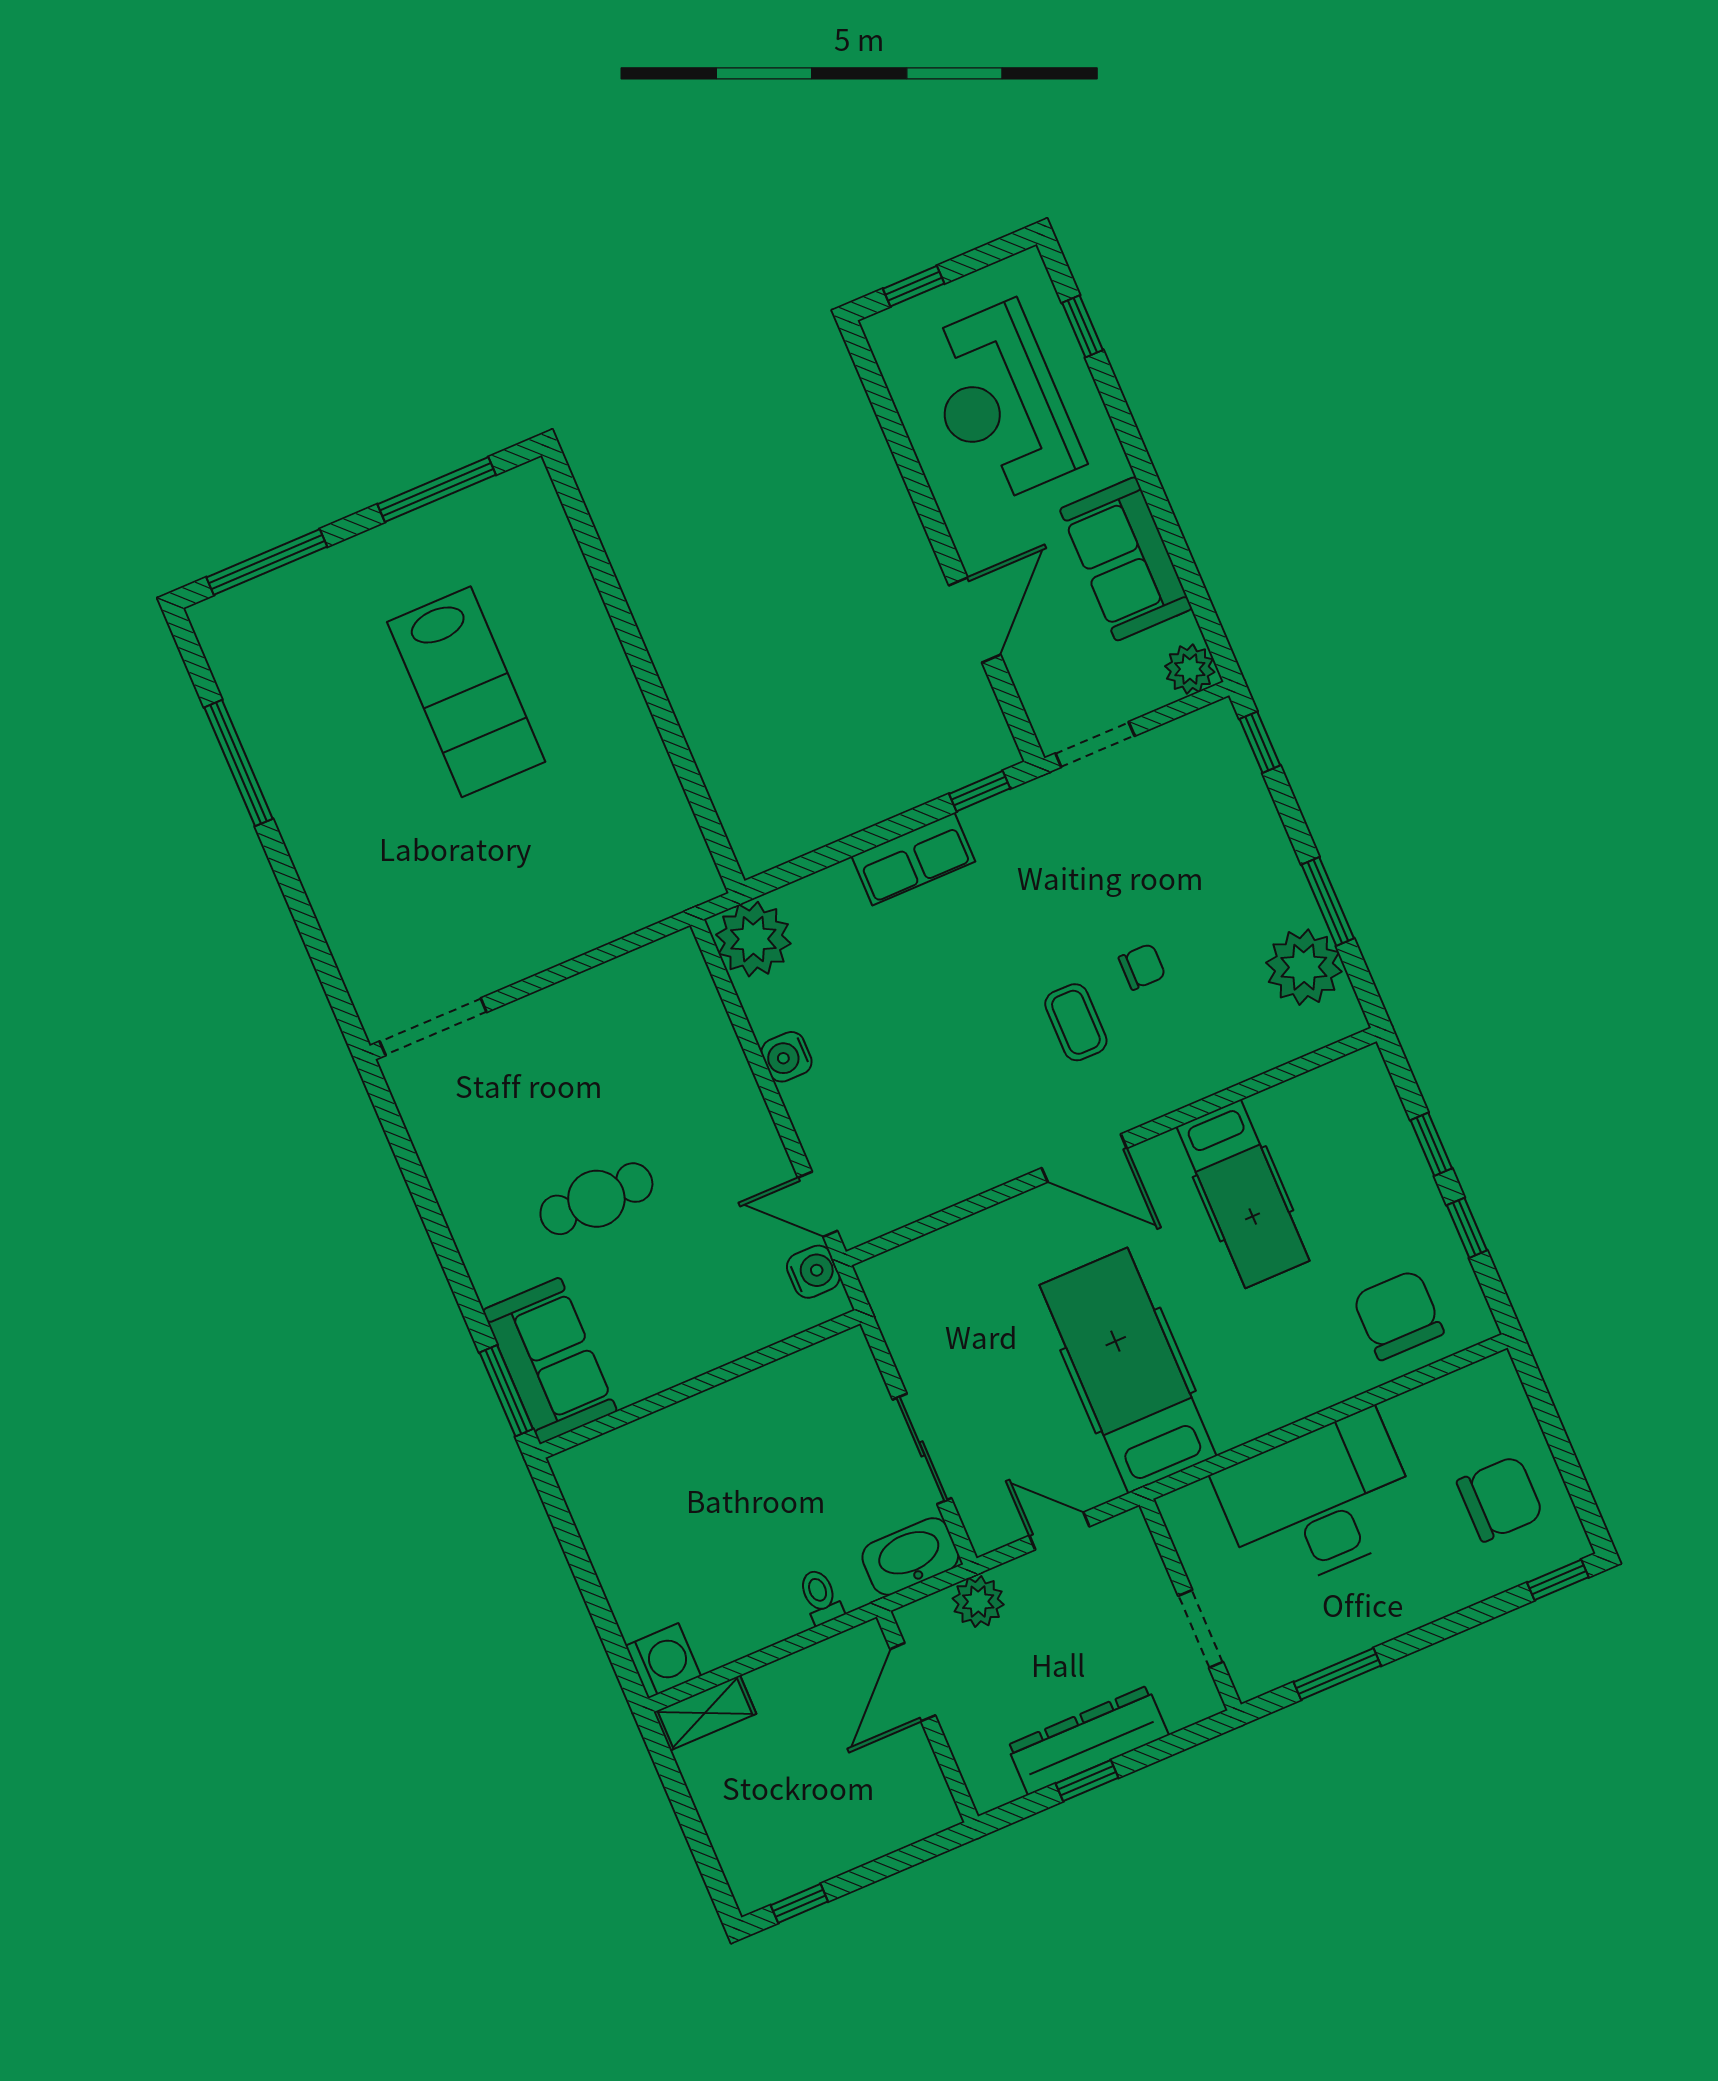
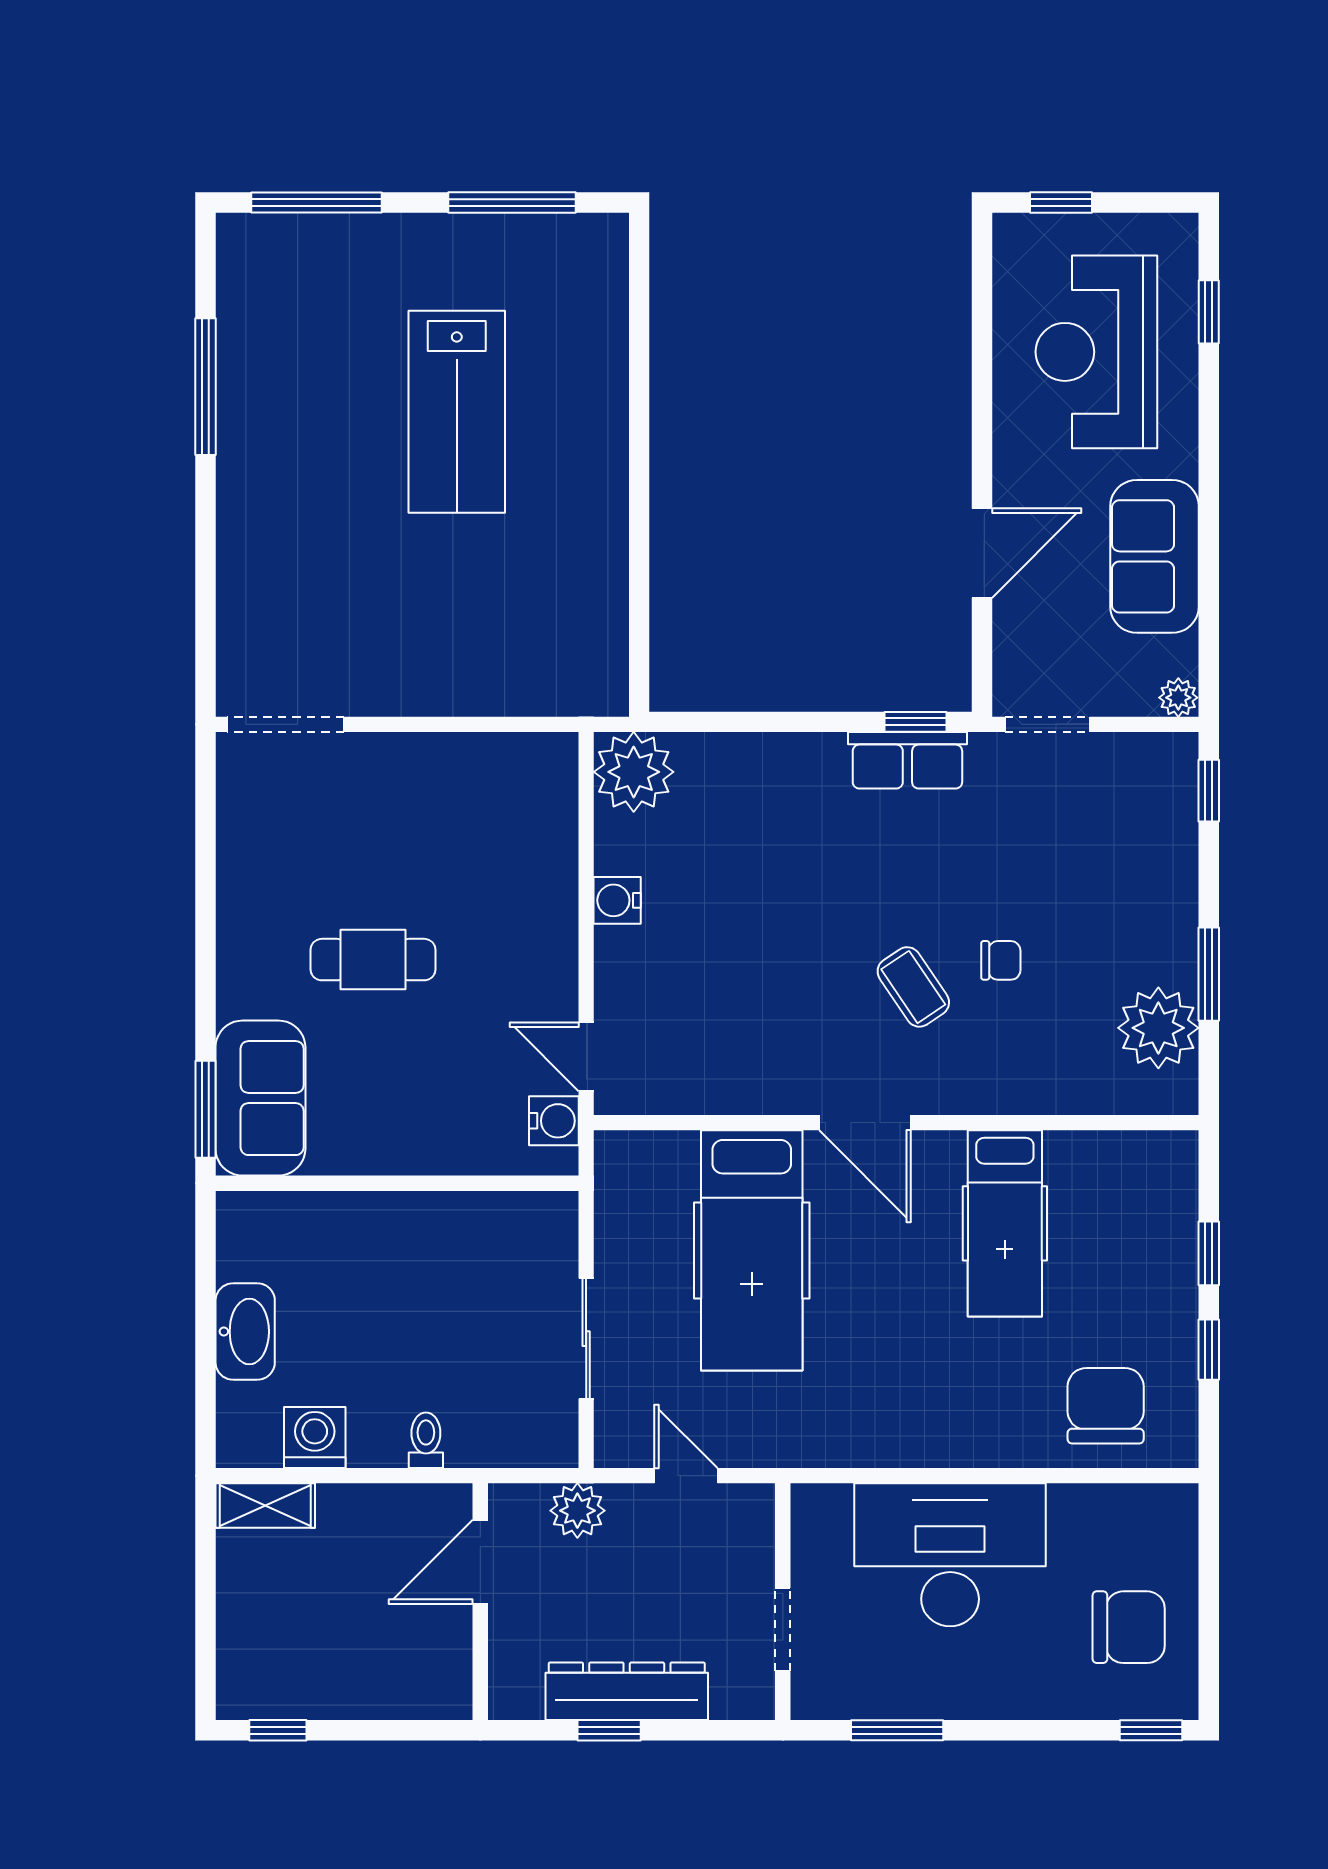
plant: (1190, 669) -> (1178, 698), width x0.73, depth x0.73
row of seats: (913, 859) -> (907, 760), moved
coffee table: (1076, 1022) -> (913, 987), turned -34
hospital bed: (1128, 1371) -> (752, 1250), moved, turned 180
washbasin: (910, 1556) -> (245, 1332), moved, turned 90
washing machine: (663, 1661) -> (315, 1437), moved, turned -90

